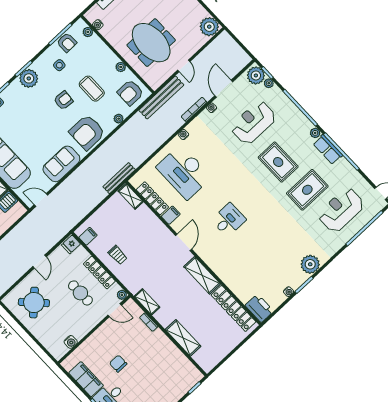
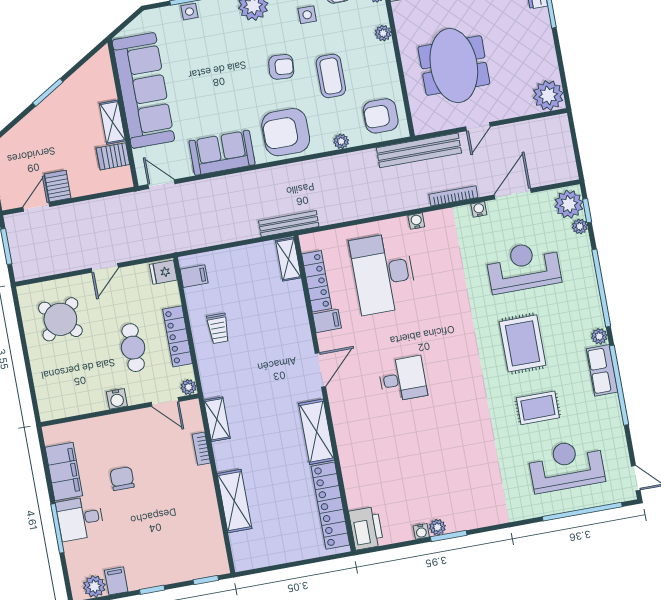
plant: (121, 67) -> (383, 33), moved
rug: (307, 190) -> (538, 408), width x0.73, depth x0.70
plant: (310, 264) -> (437, 527), moved, width x0.53, depth x0.53
water cooler: (71, 342) -> (117, 399), moved

